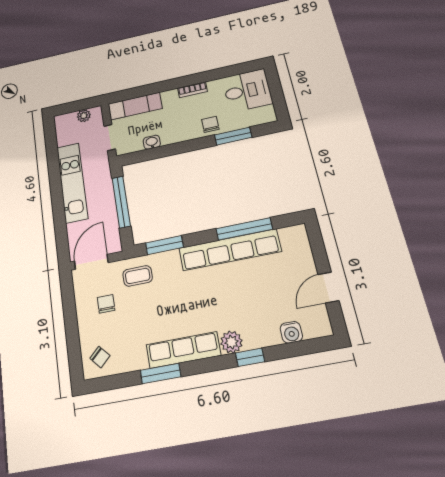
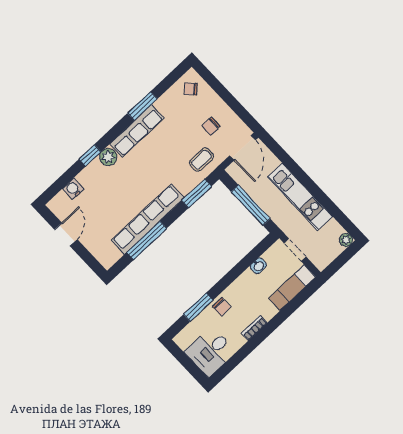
plant: (84, 116) -> (346, 240), moved
chair: (106, 304) -> (211, 126), turned 90

